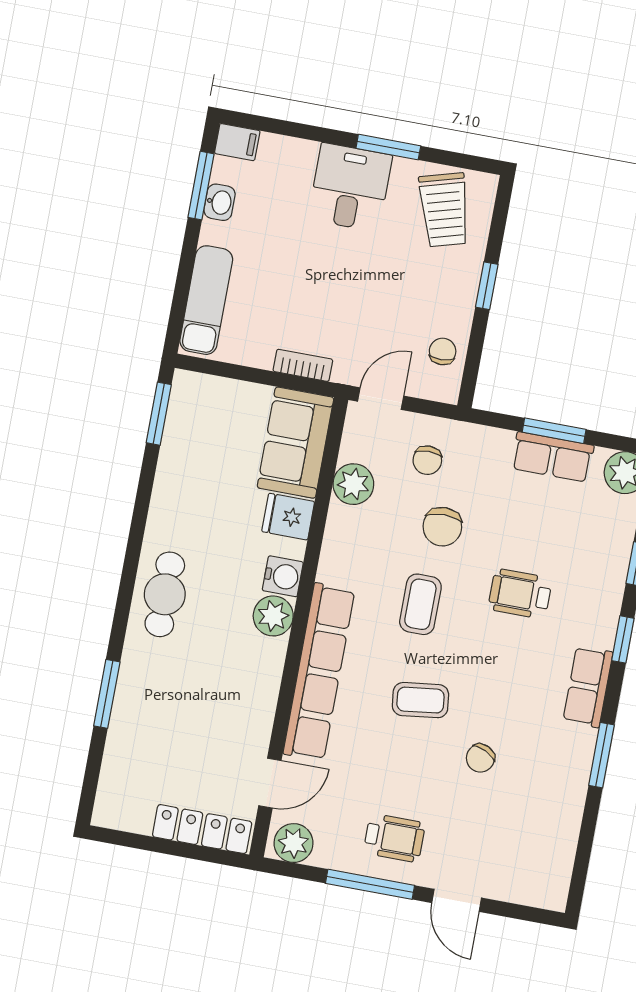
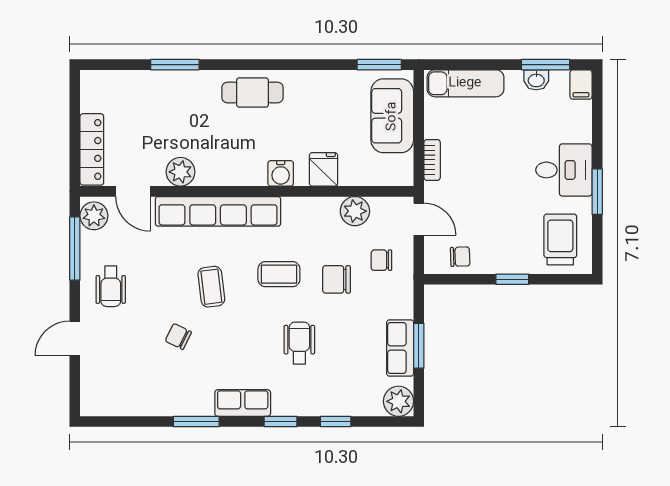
trolley: (444, 210) -> (560, 239), turned 106
sofa: (295, 443) -> (392, 116), moved, turned -90
plant: (273, 616) -> (180, 172), moved
window: (370, 884) -> (75, 249), moved

